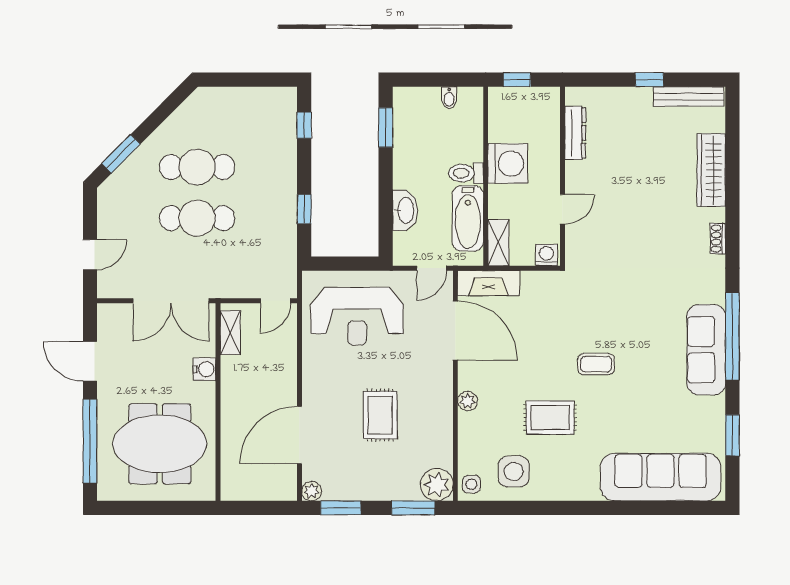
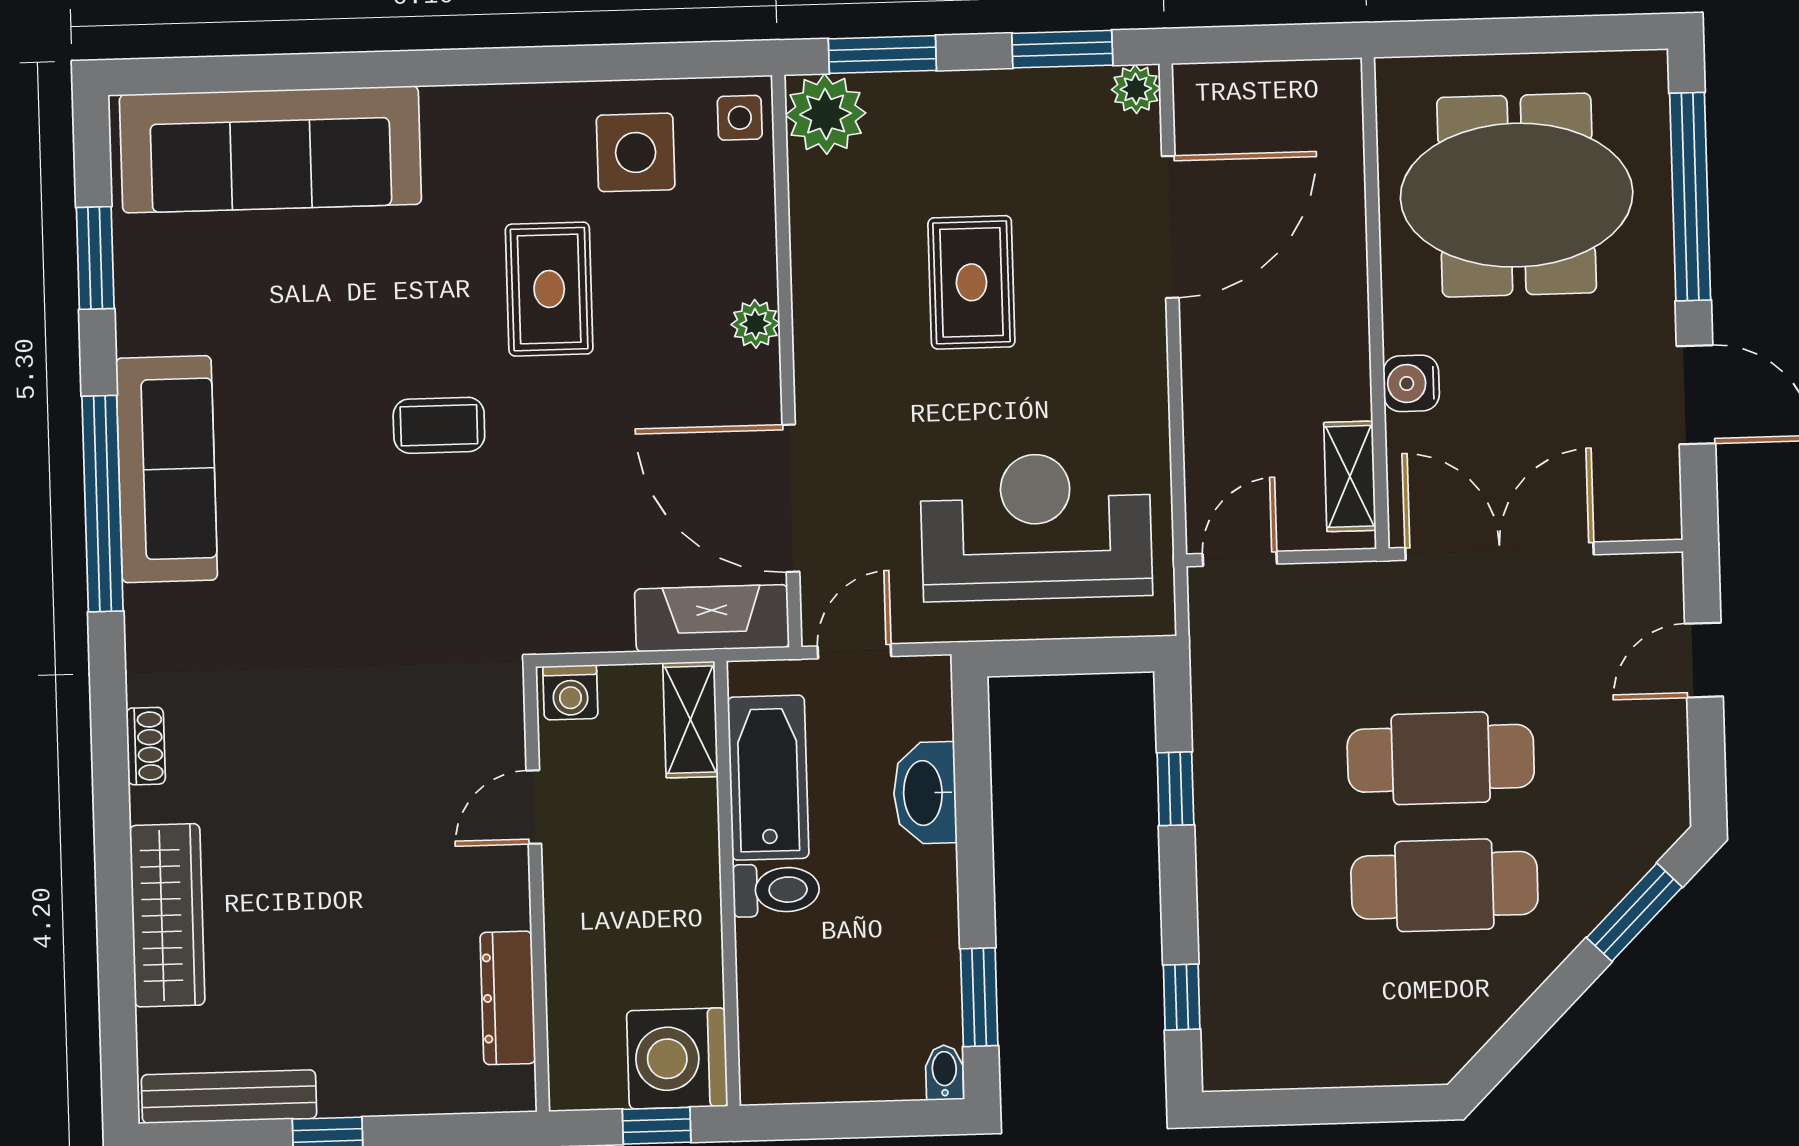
bidet: (449, 98) -> (944, 1072), moved
washing machine: (508, 164) -> (677, 1058), moved
rug: (550, 418) -> (549, 289), turned 90

